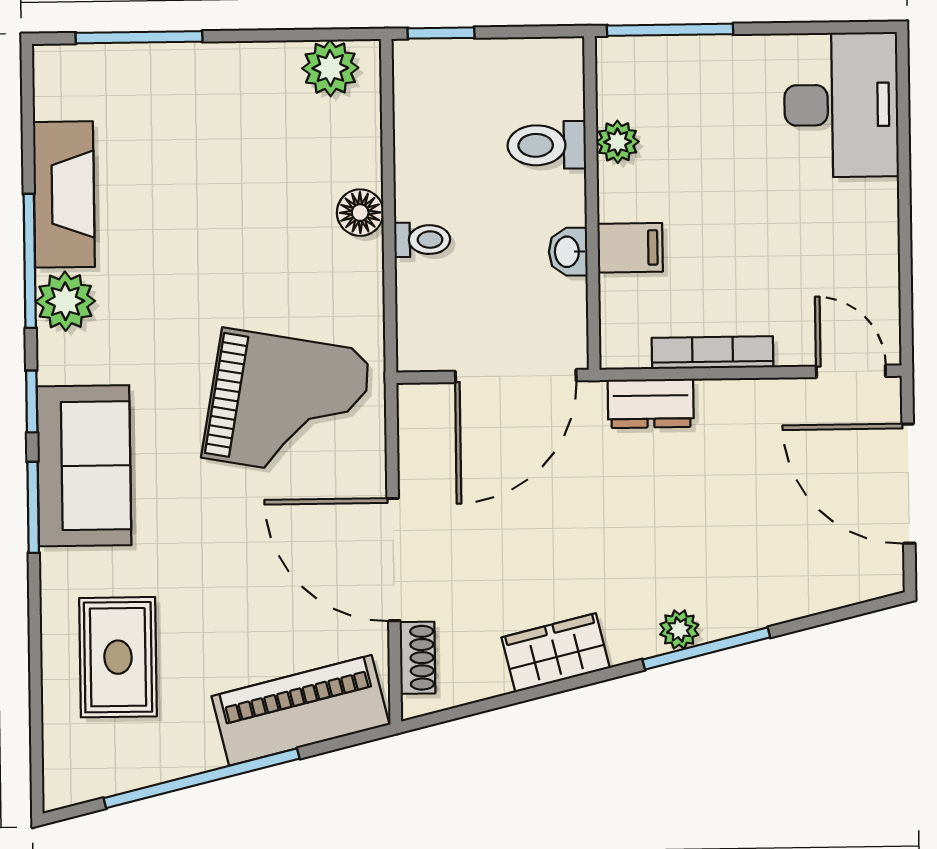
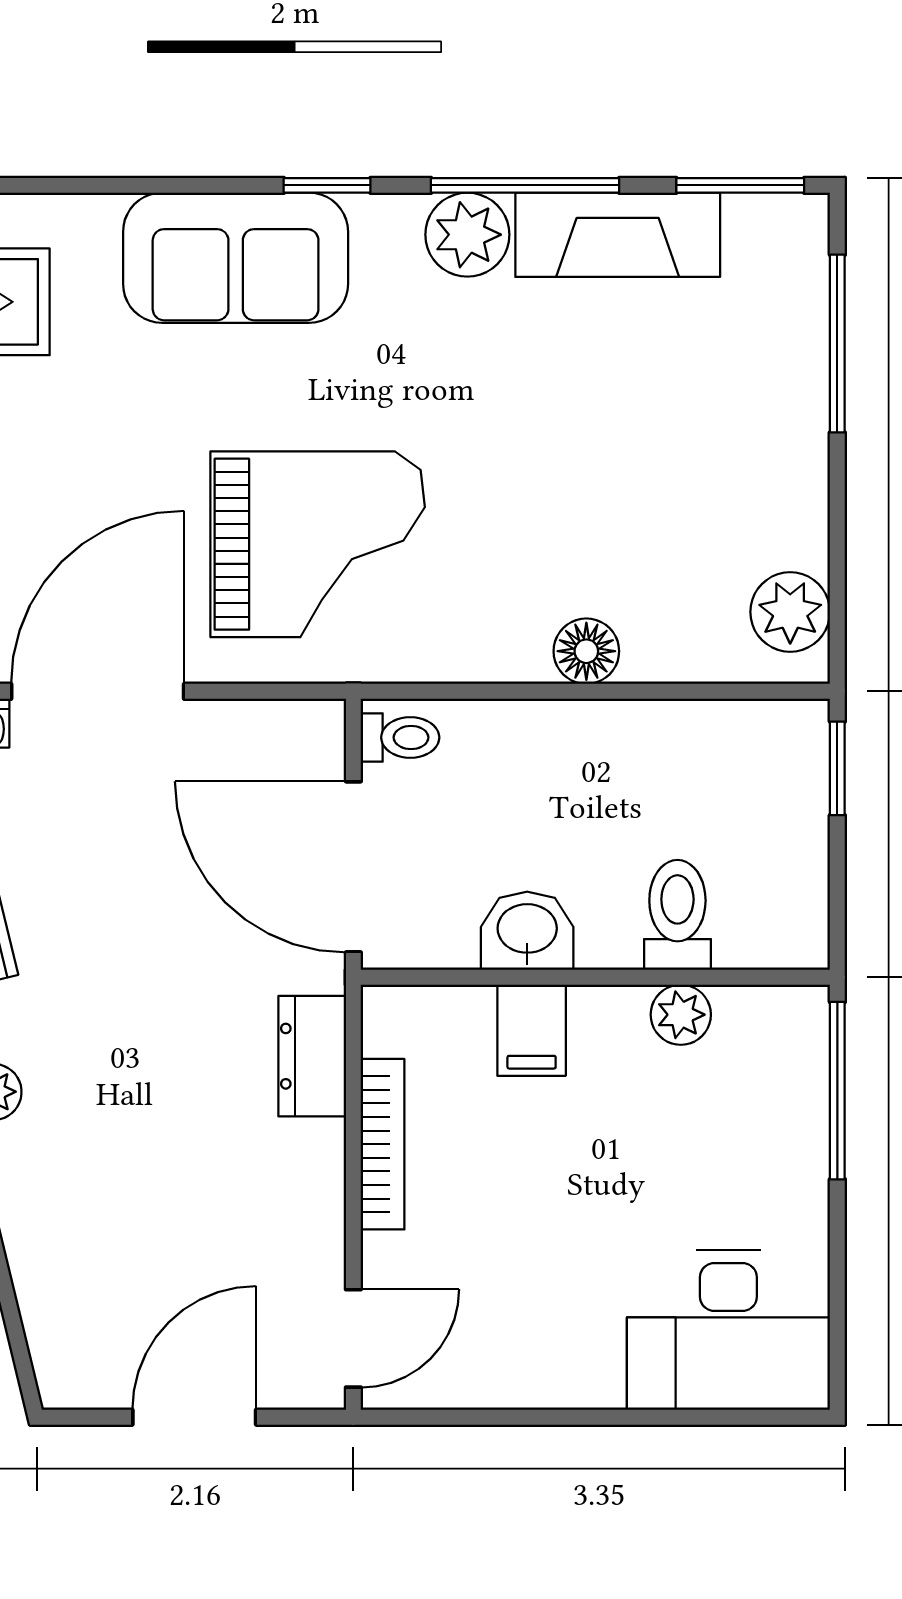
toilet: (422, 240) -> (400, 737), moved, turned -90
washbasin: (568, 252) -> (527, 931), width x1.38, depth x1.45
grand piano: (287, 405) -> (318, 544), turned -100
door: (908, 484) -> (194, 1417), width x0.73
window: (33, 507) -> (740, 185), moved

